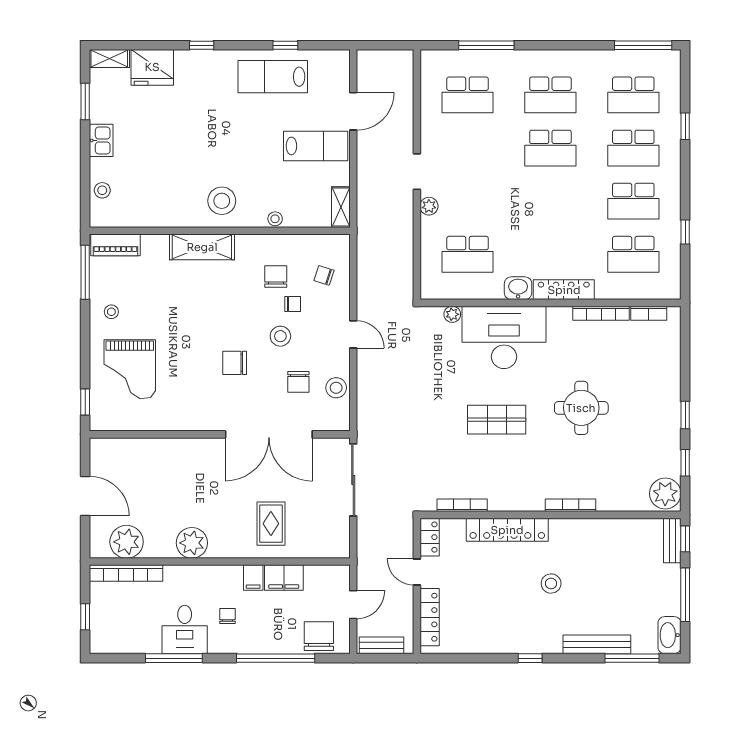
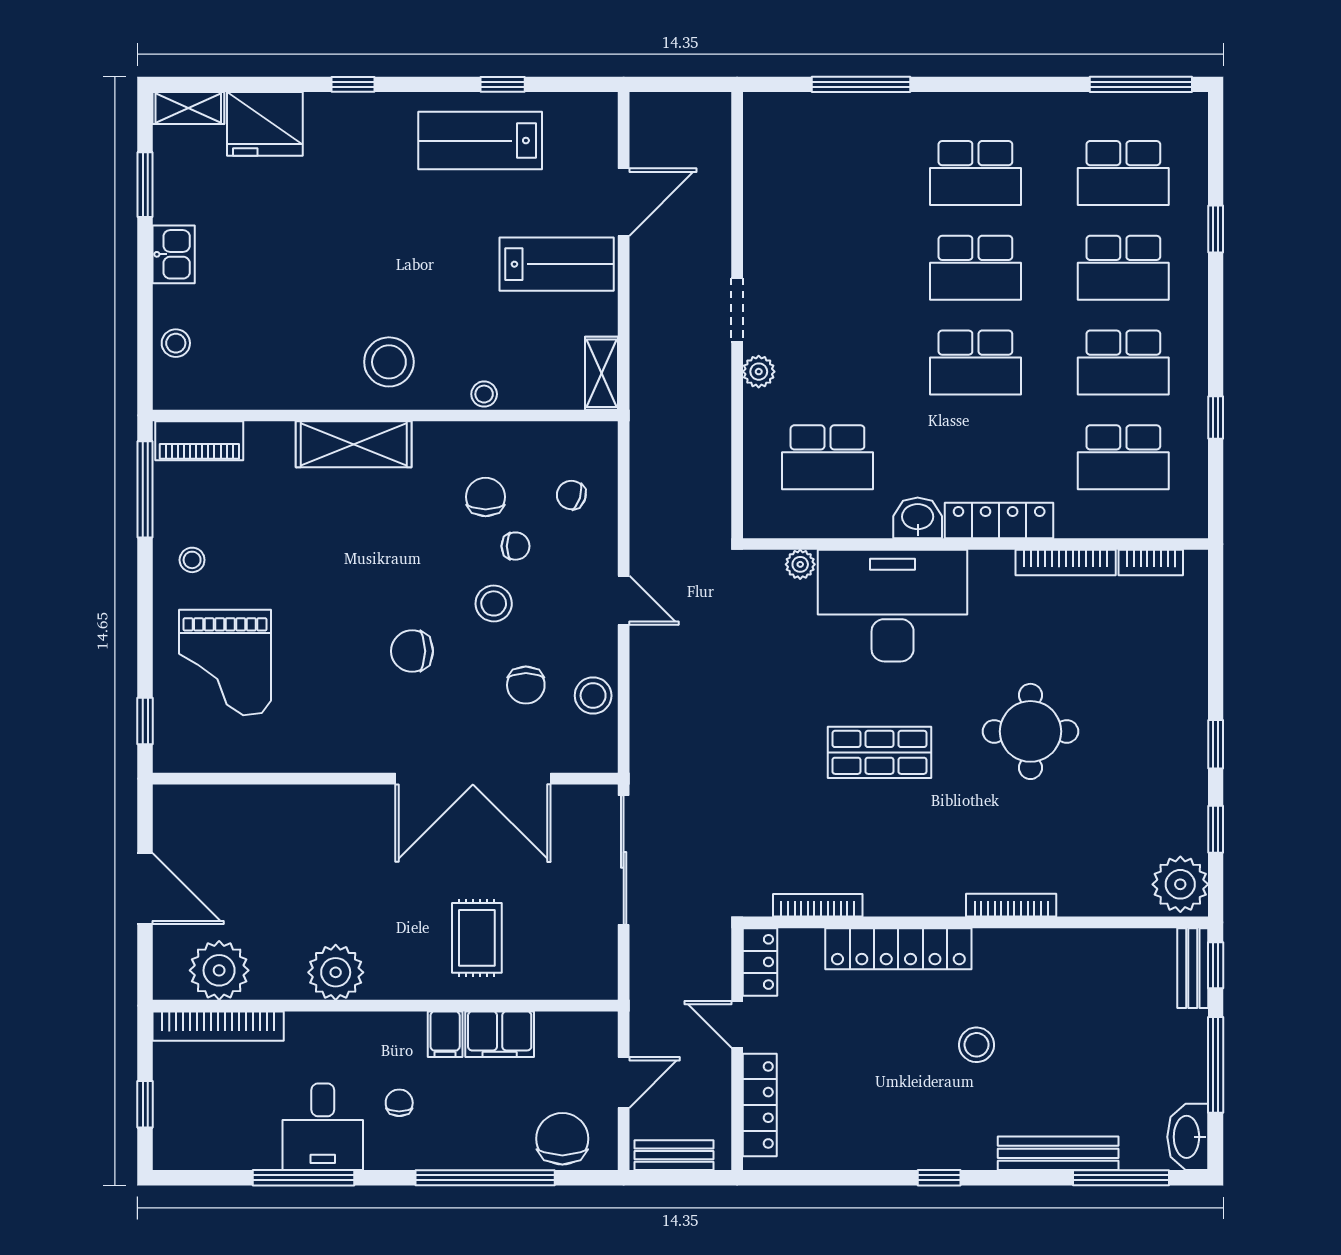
school desk: (468, 95) -> (975, 363), moved

